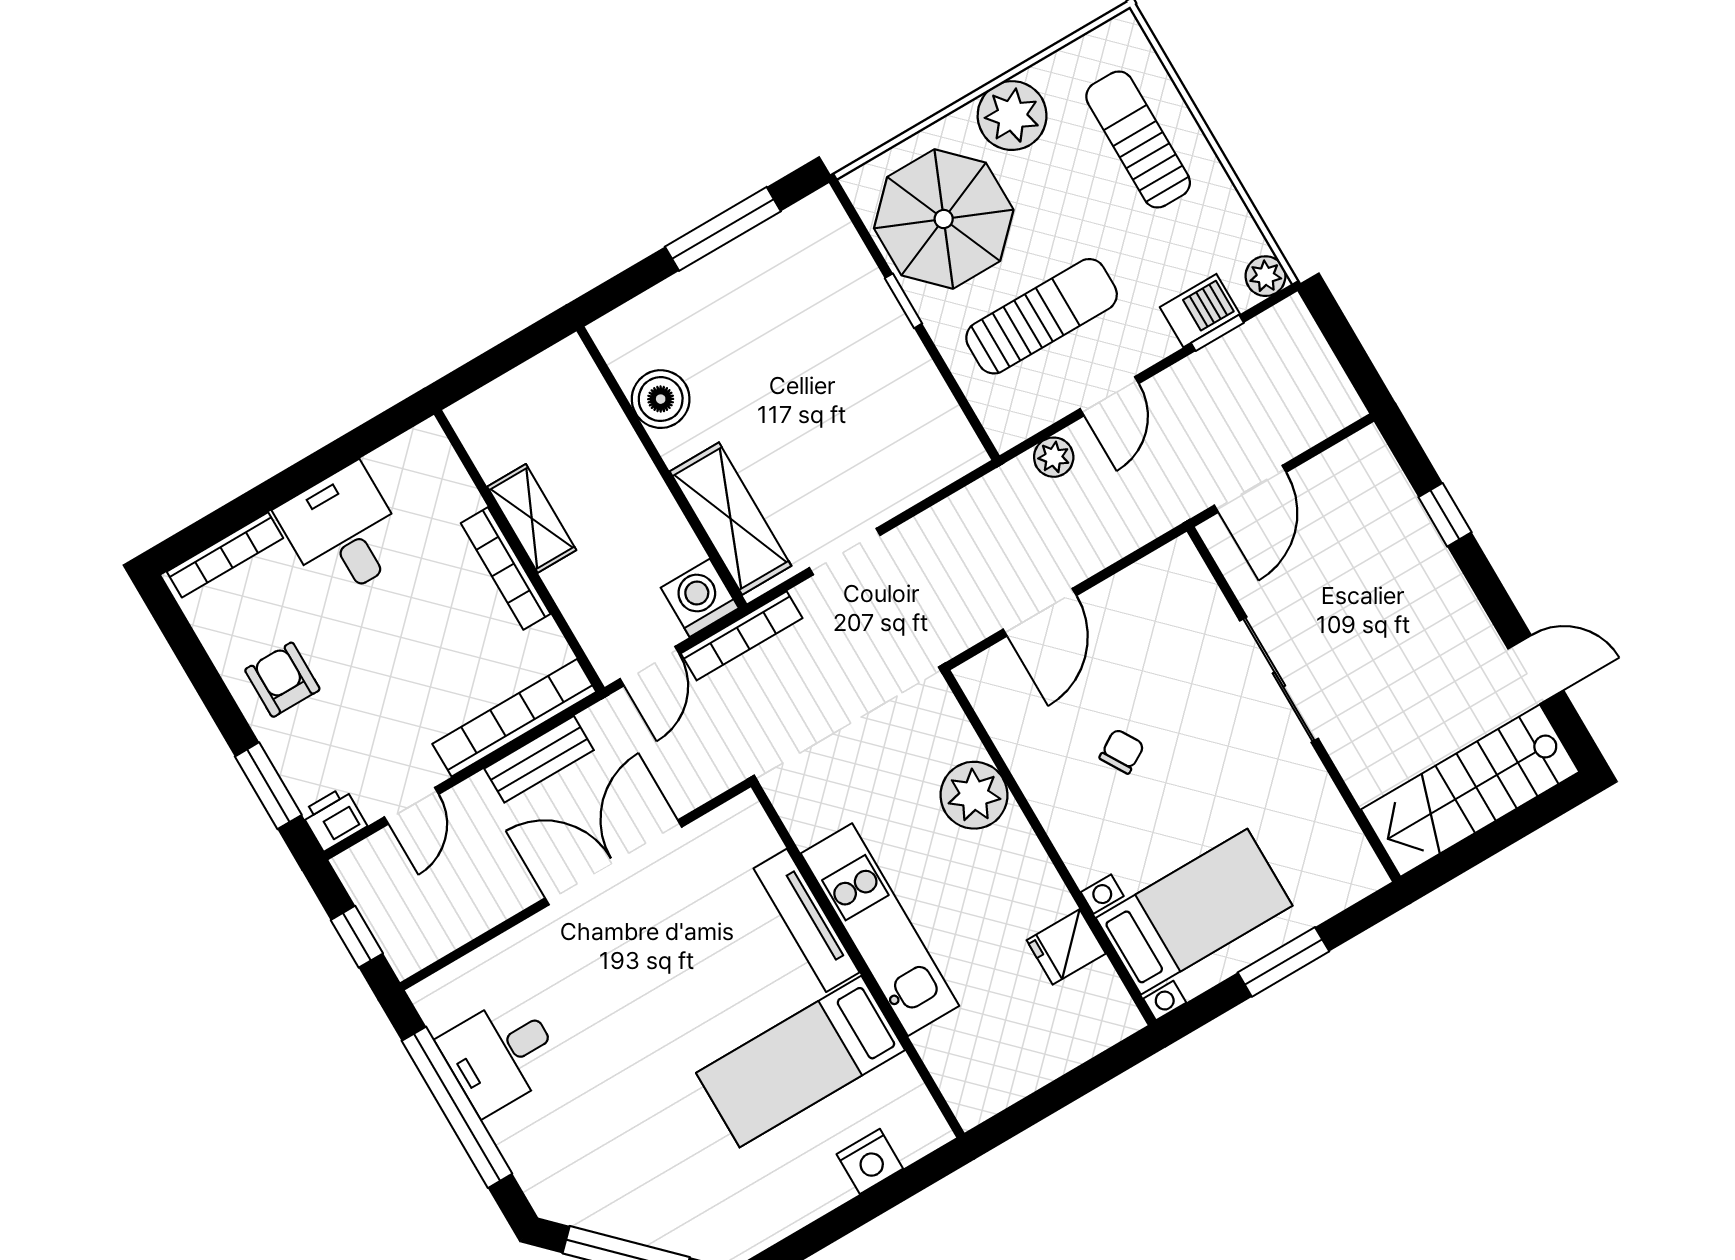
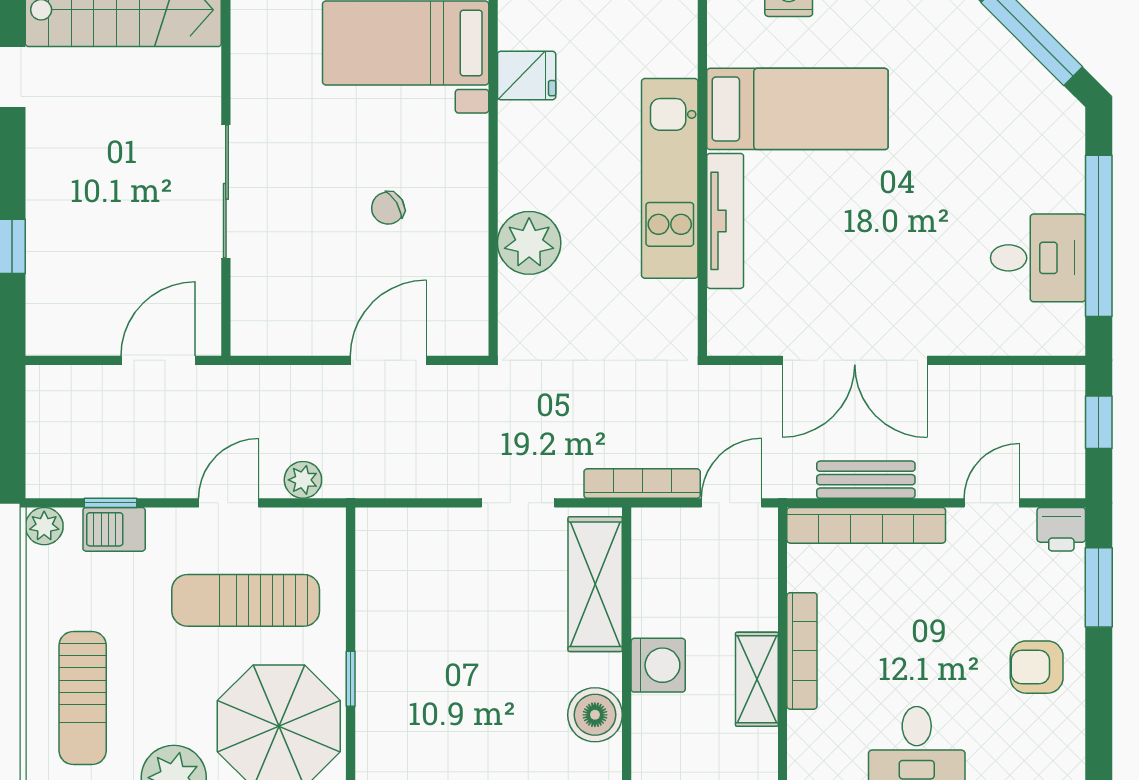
washing machine: (700, 598) -> (658, 665), moved, turned -90
armchair: (282, 680) -> (1037, 667), turned 90

